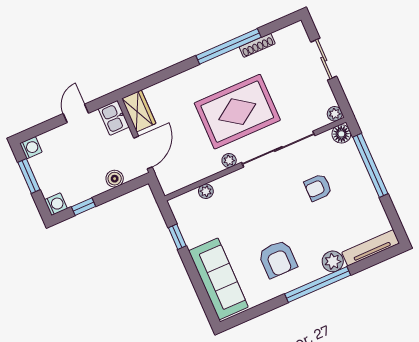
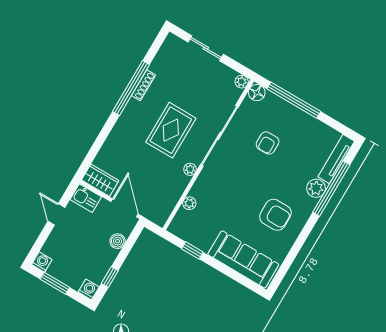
shoe rack: (257, 45) -> (143, 85), moved
rug: (237, 112) -> (171, 130), width x0.73, depth x0.69
window: (318, 285) -> (331, 189), moved

